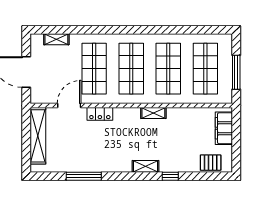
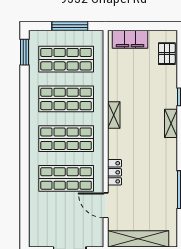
window: (212, 30) -> (24, 52), added
shelving: (56, 39) -> (35, 219), removed

